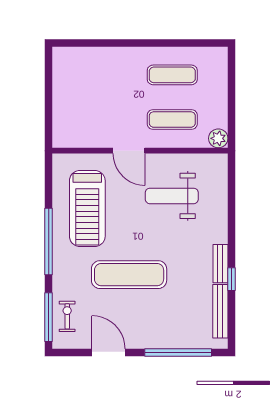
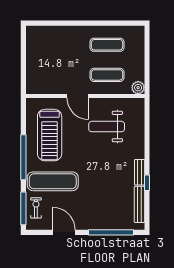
exercise mat: (129, 275) -> (53, 181), moved

